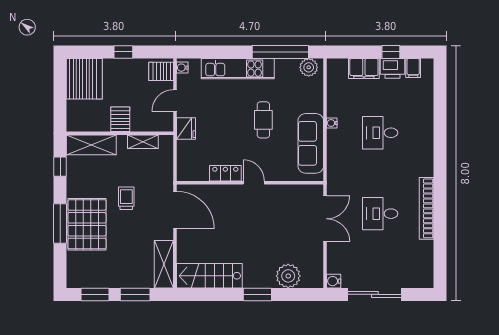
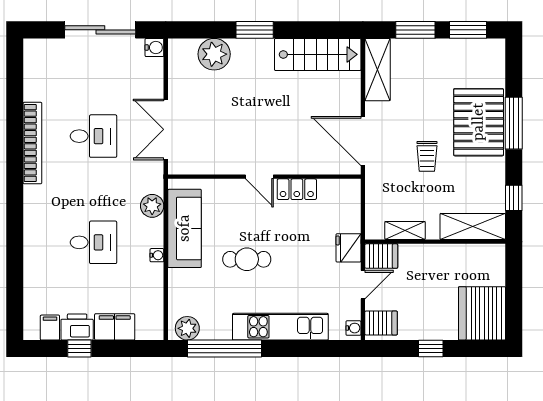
server rack: (120, 119) -> (381, 256), moved, turned -90
cafe table: (263, 120) -> (247, 259), turned 90
plant: (335, 161) -> (152, 206), added

